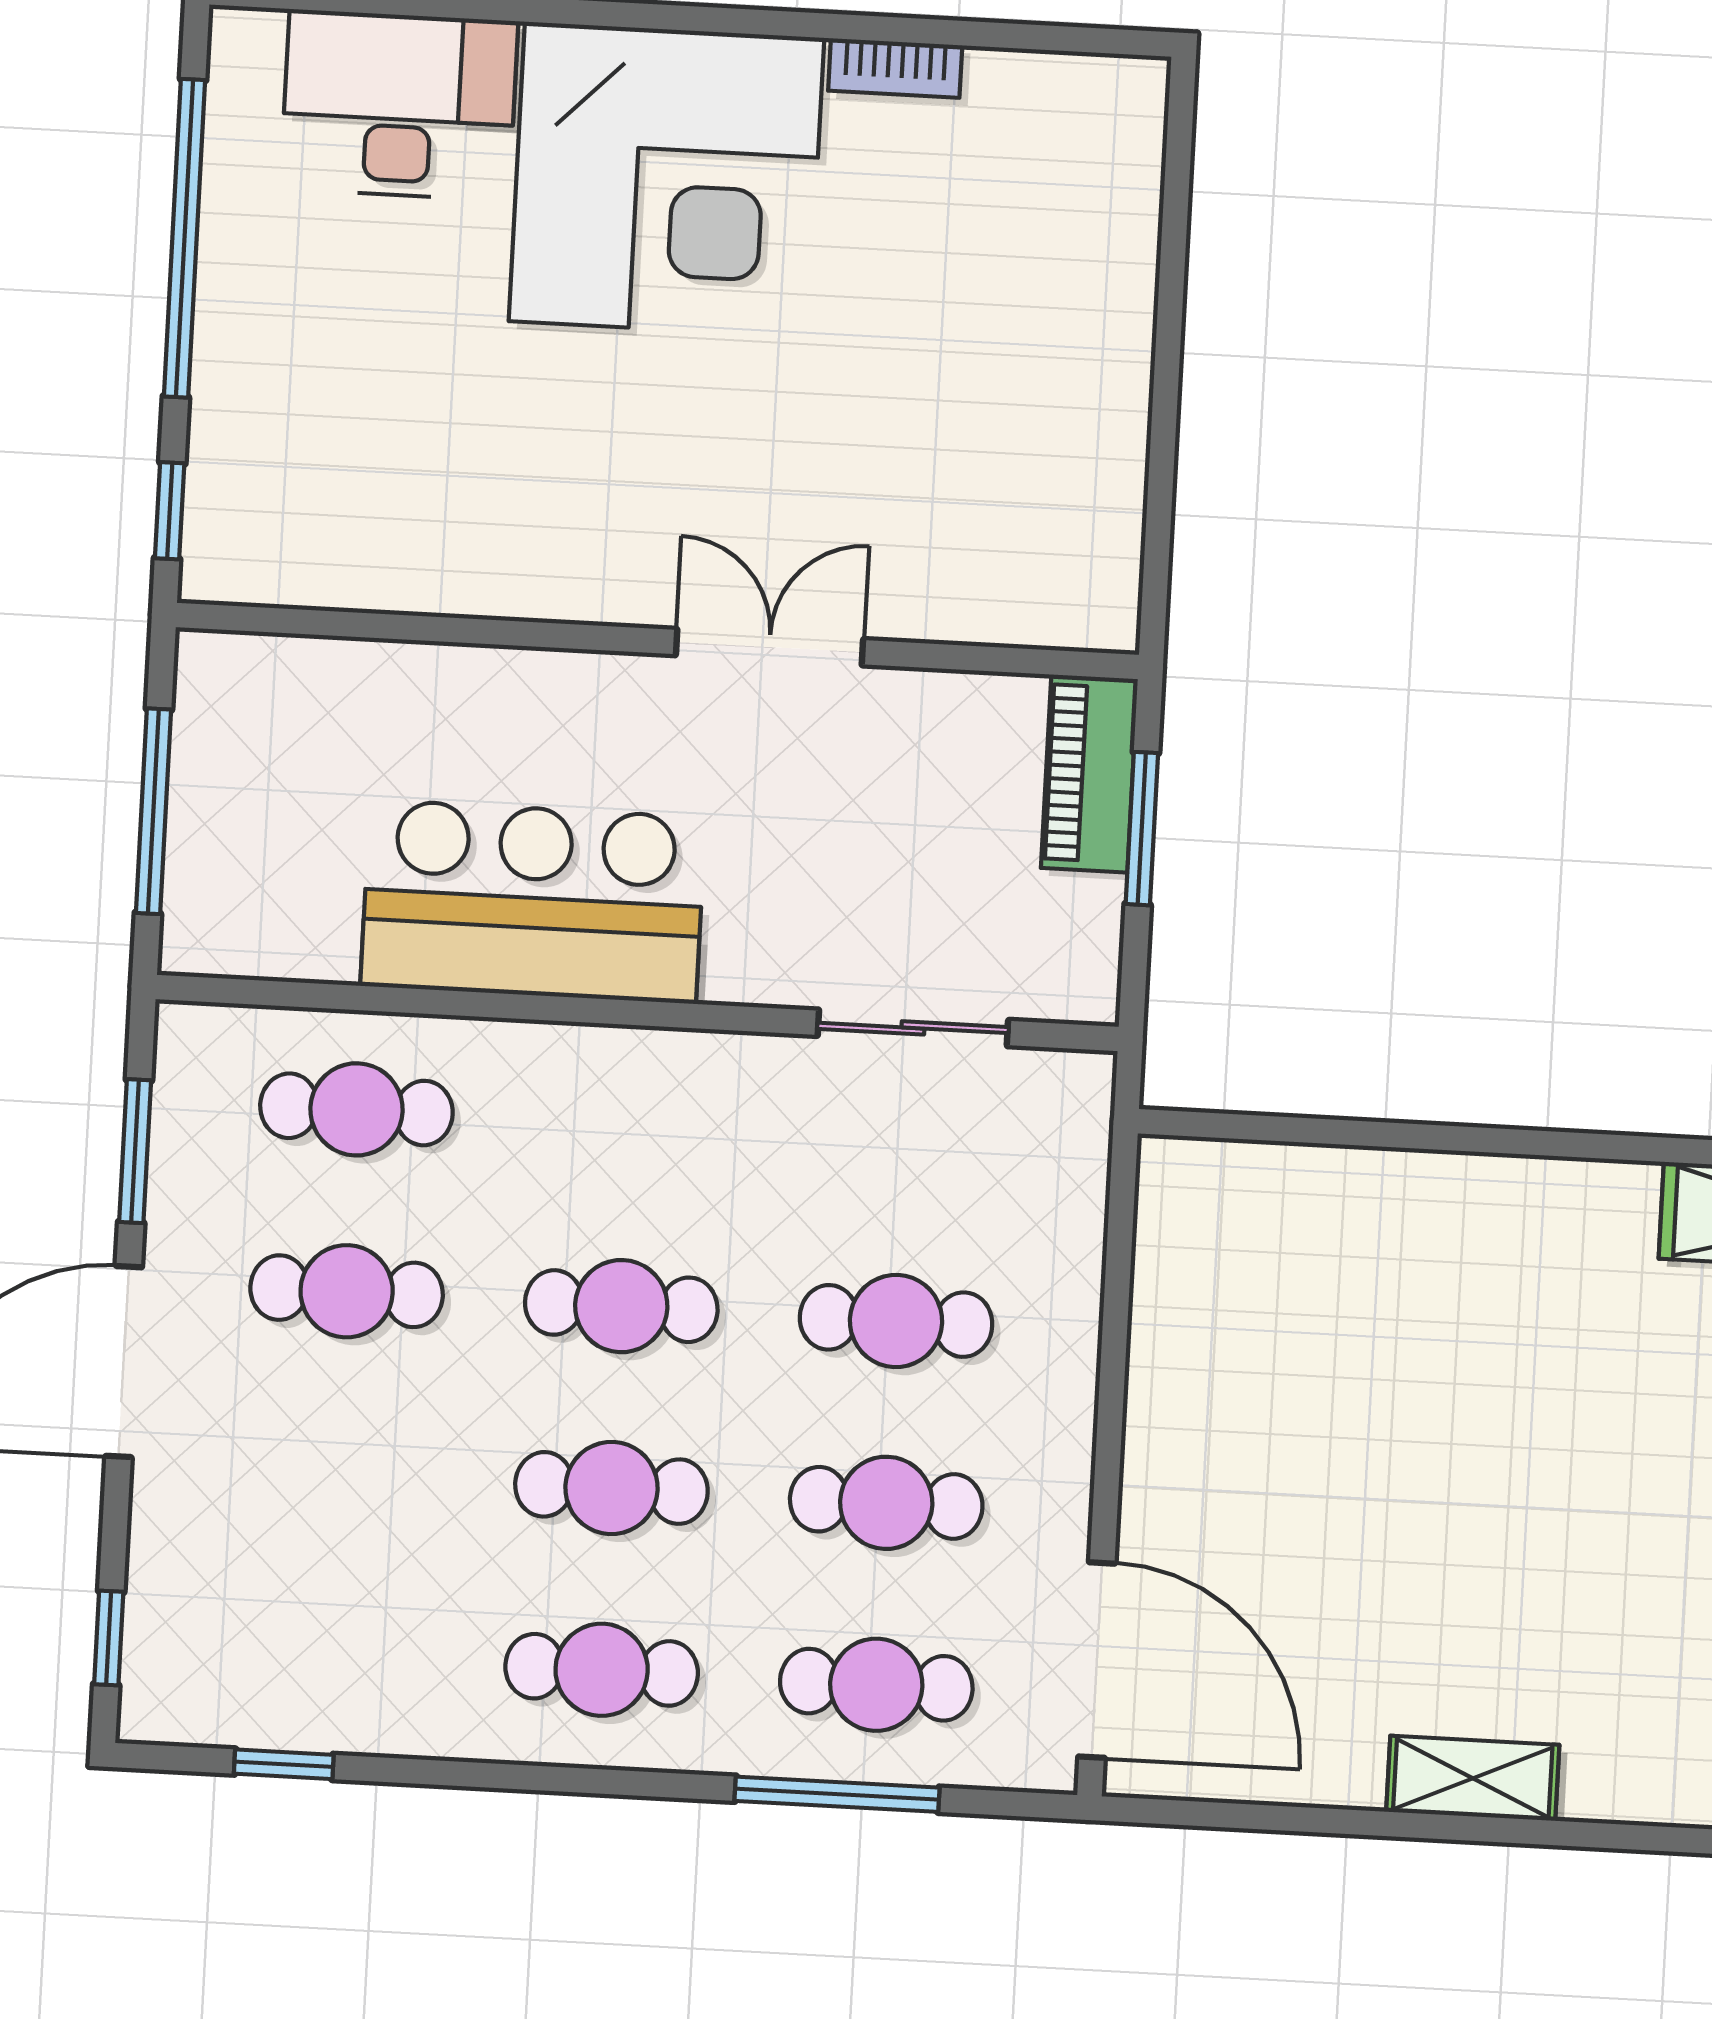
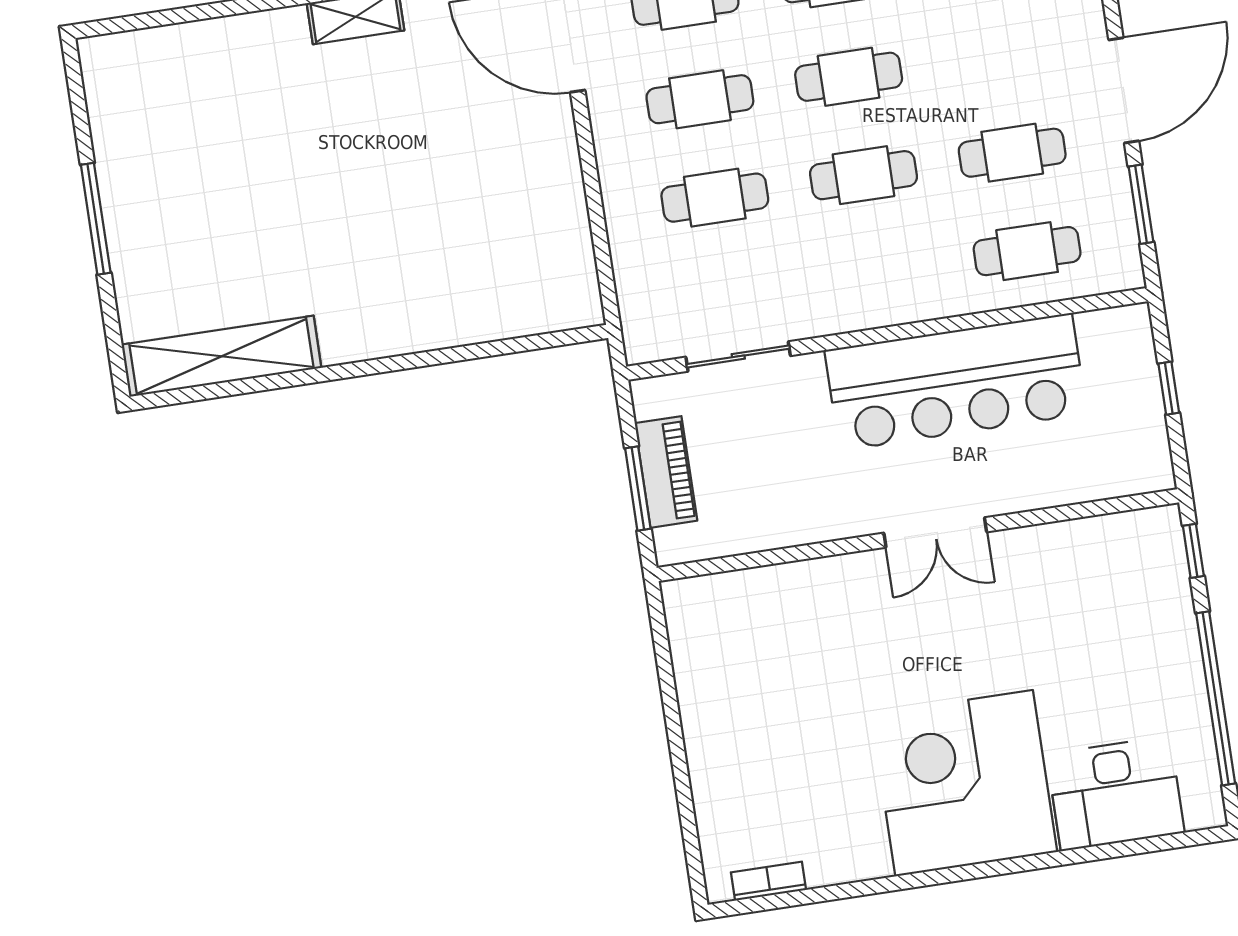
bookcase: (895, 68) -> (769, 881), moved
double door: (770, 647) -> (935, 532), moved
piano: (1089, 774) -> (666, 472), moved
window: (153, 811) -> (1169, 388), width x0.46
bar counter: (533, 902) -> (956, 382), width x1.36

